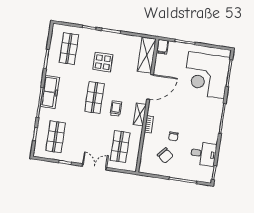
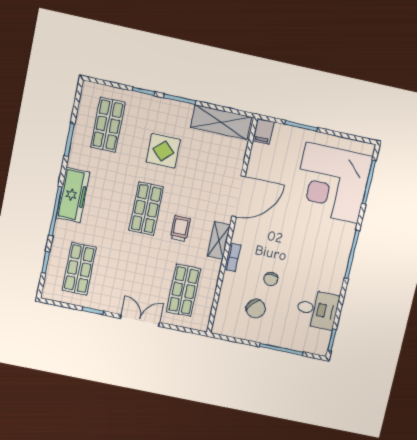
shelving: (147, 55) -> (221, 122), moved, turned 90

